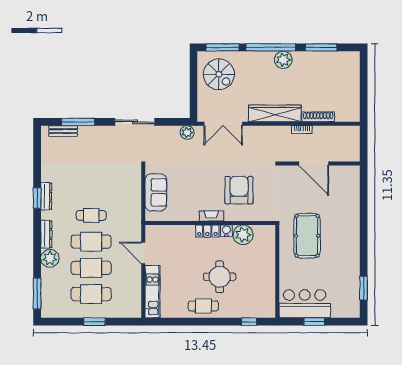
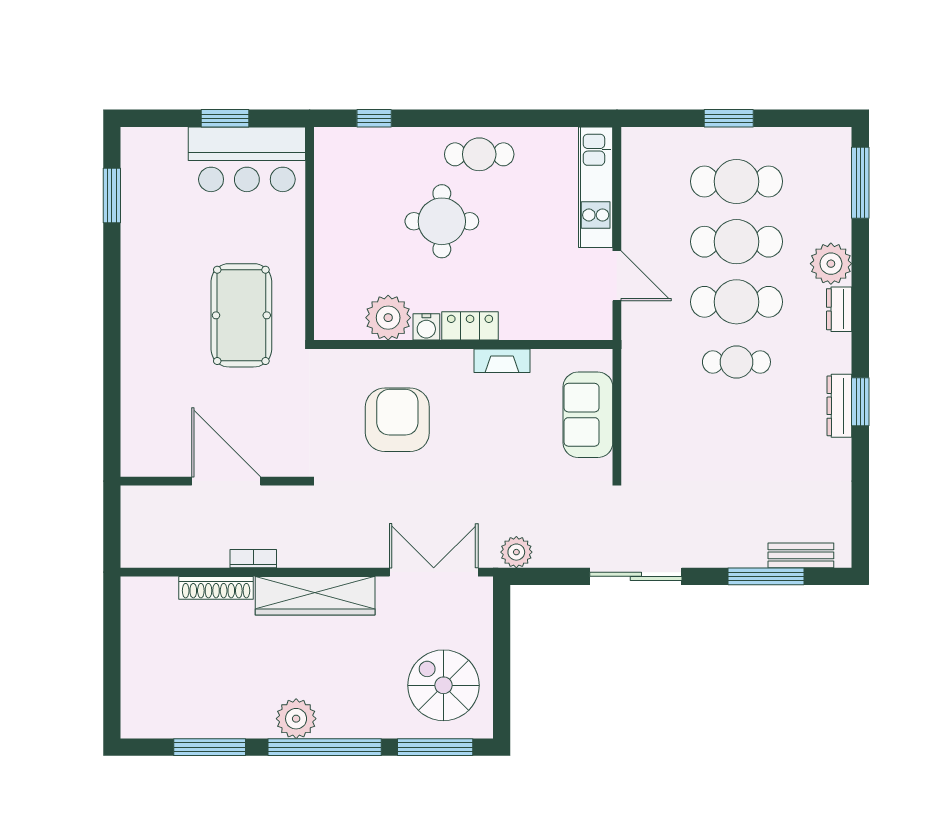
armchair: (239, 190) -> (397, 420), turned 180
fireplace: (211, 216) -> (502, 361), moved
dresser: (46, 234) -> (839, 309), width x0.70

